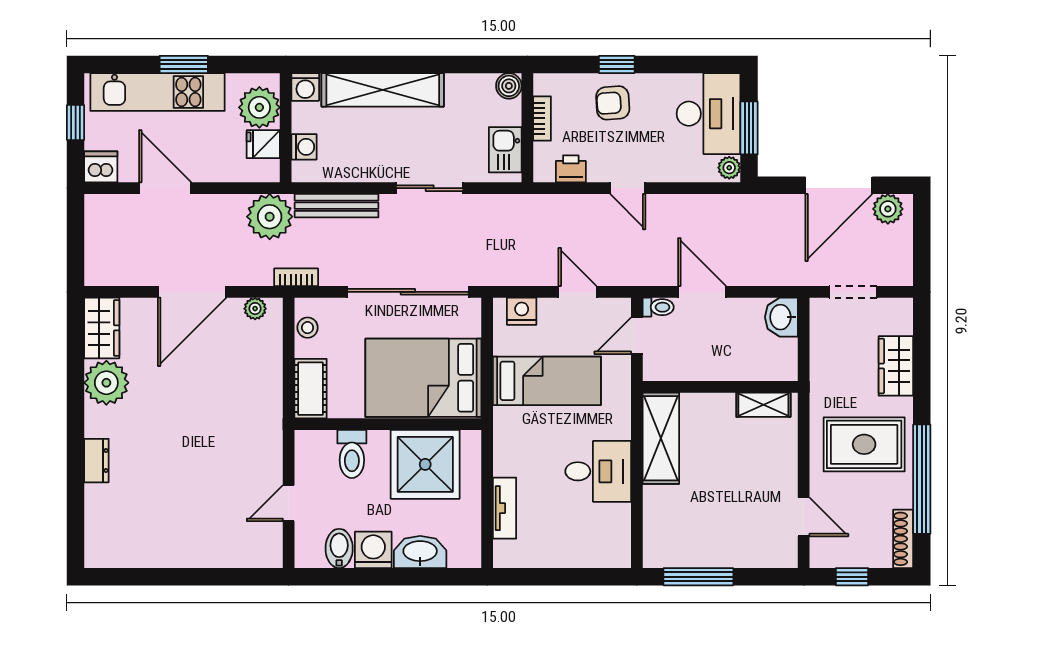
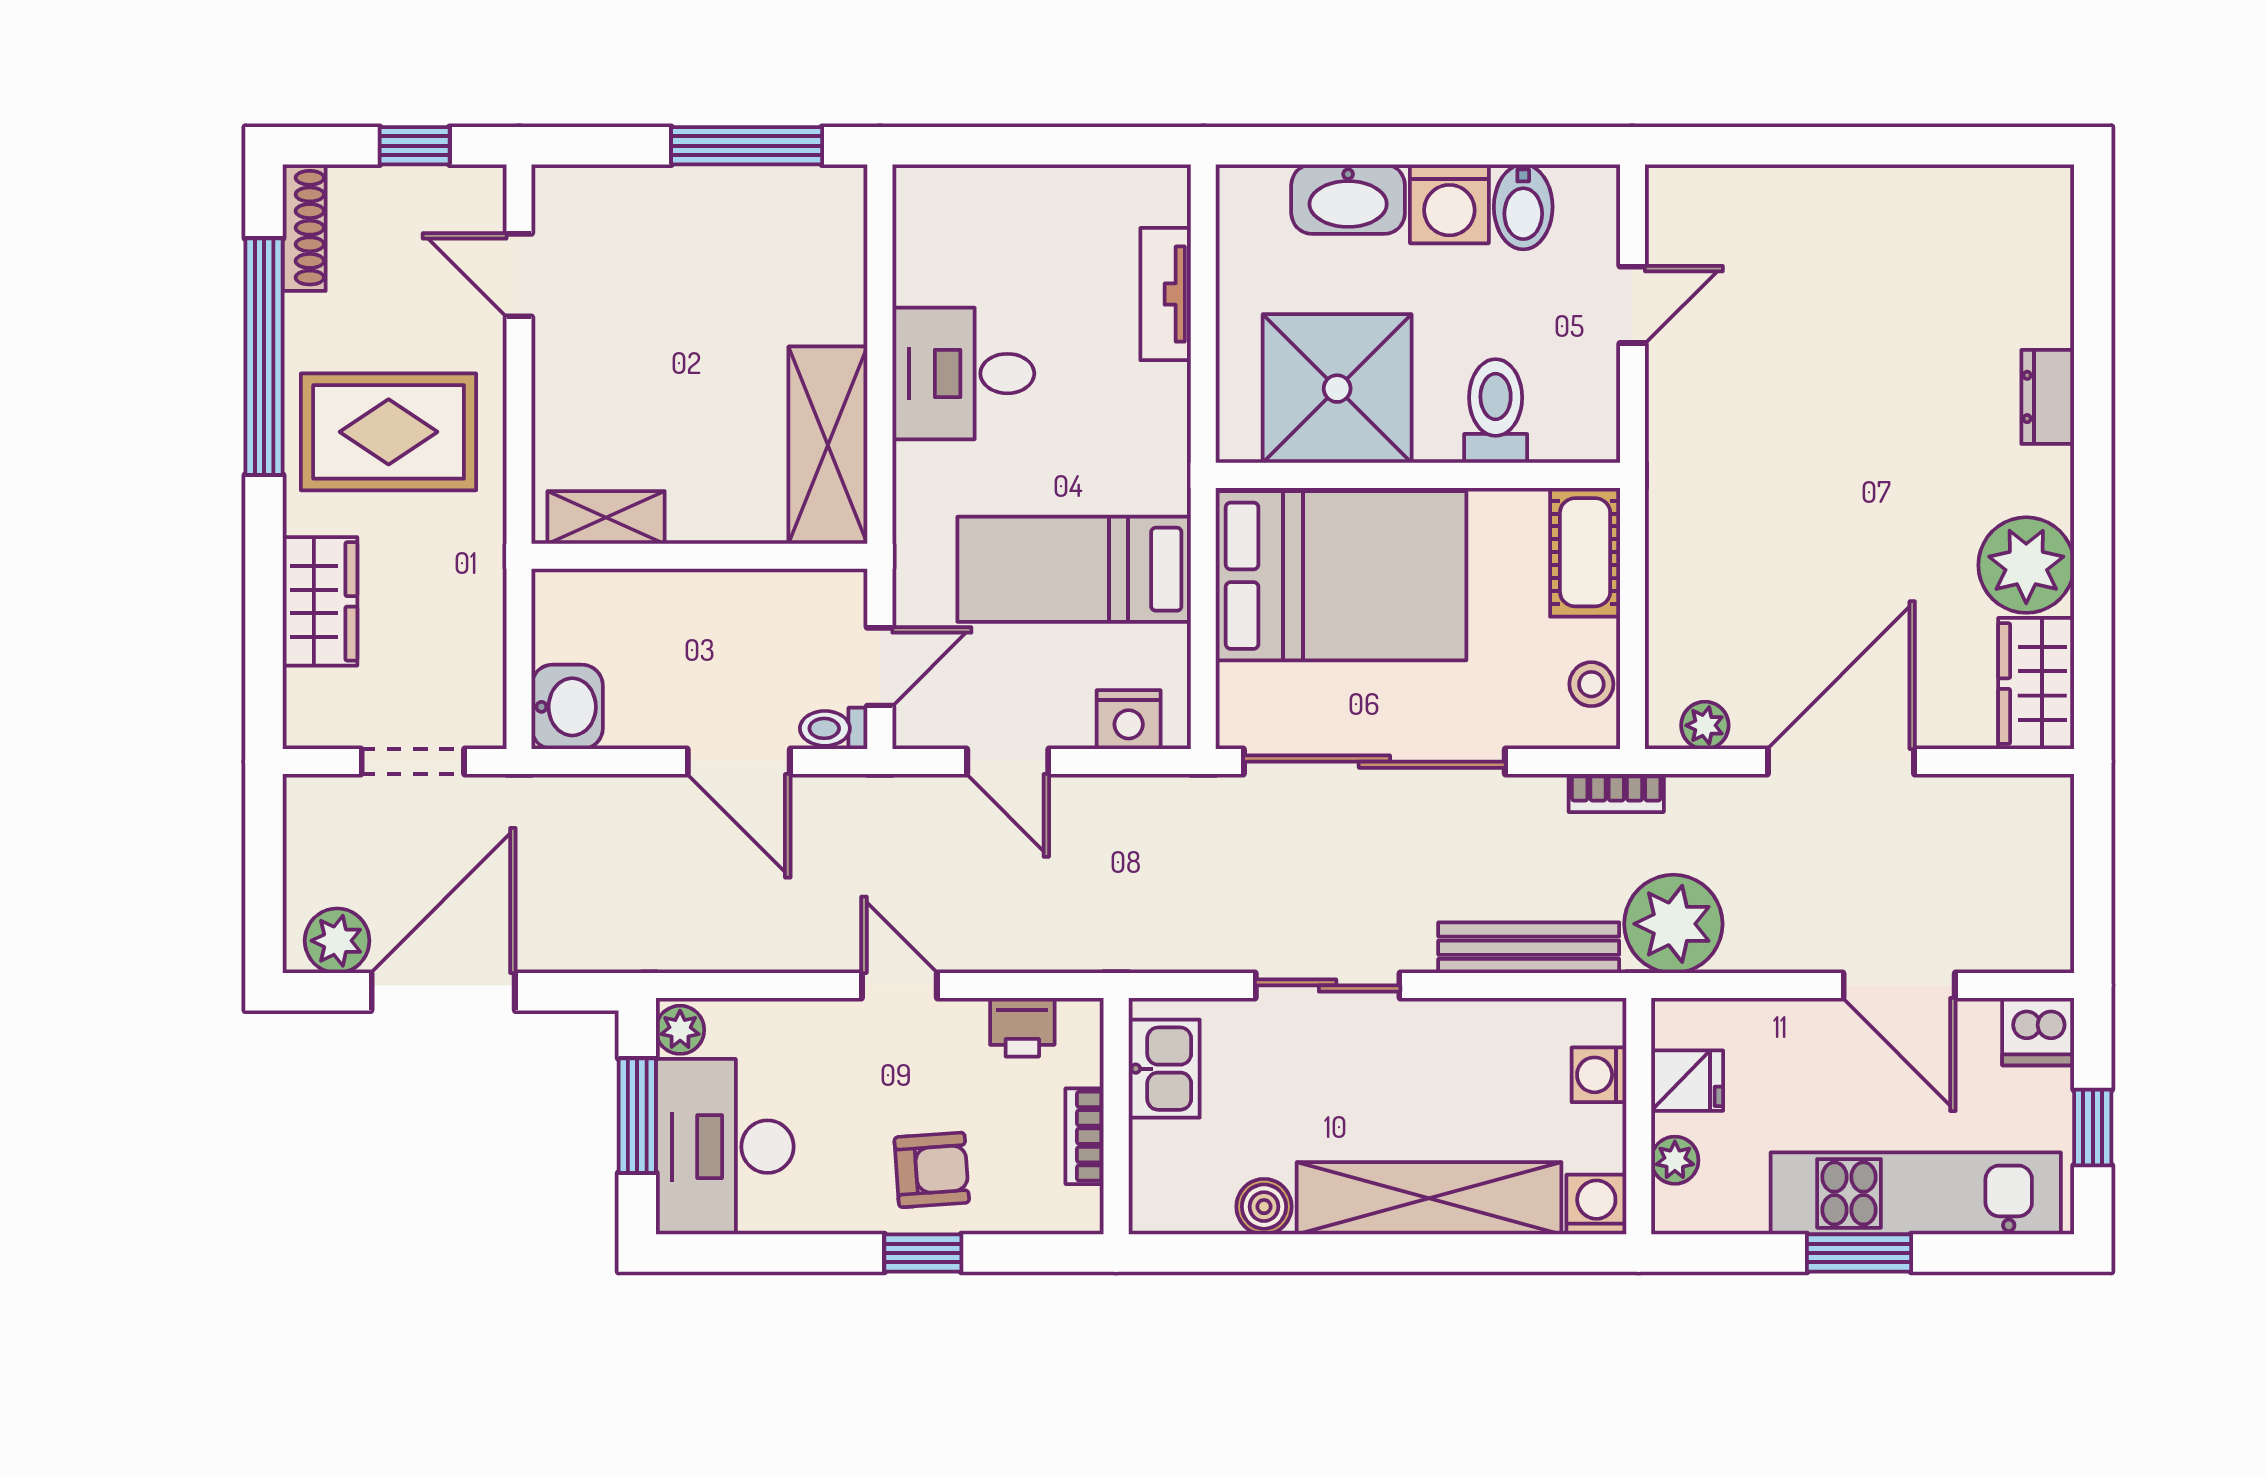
boiler: (509, 86) -> (1264, 1207), moved
plant: (259, 107) -> (1675, 1160), width x0.53, depth x0.53

